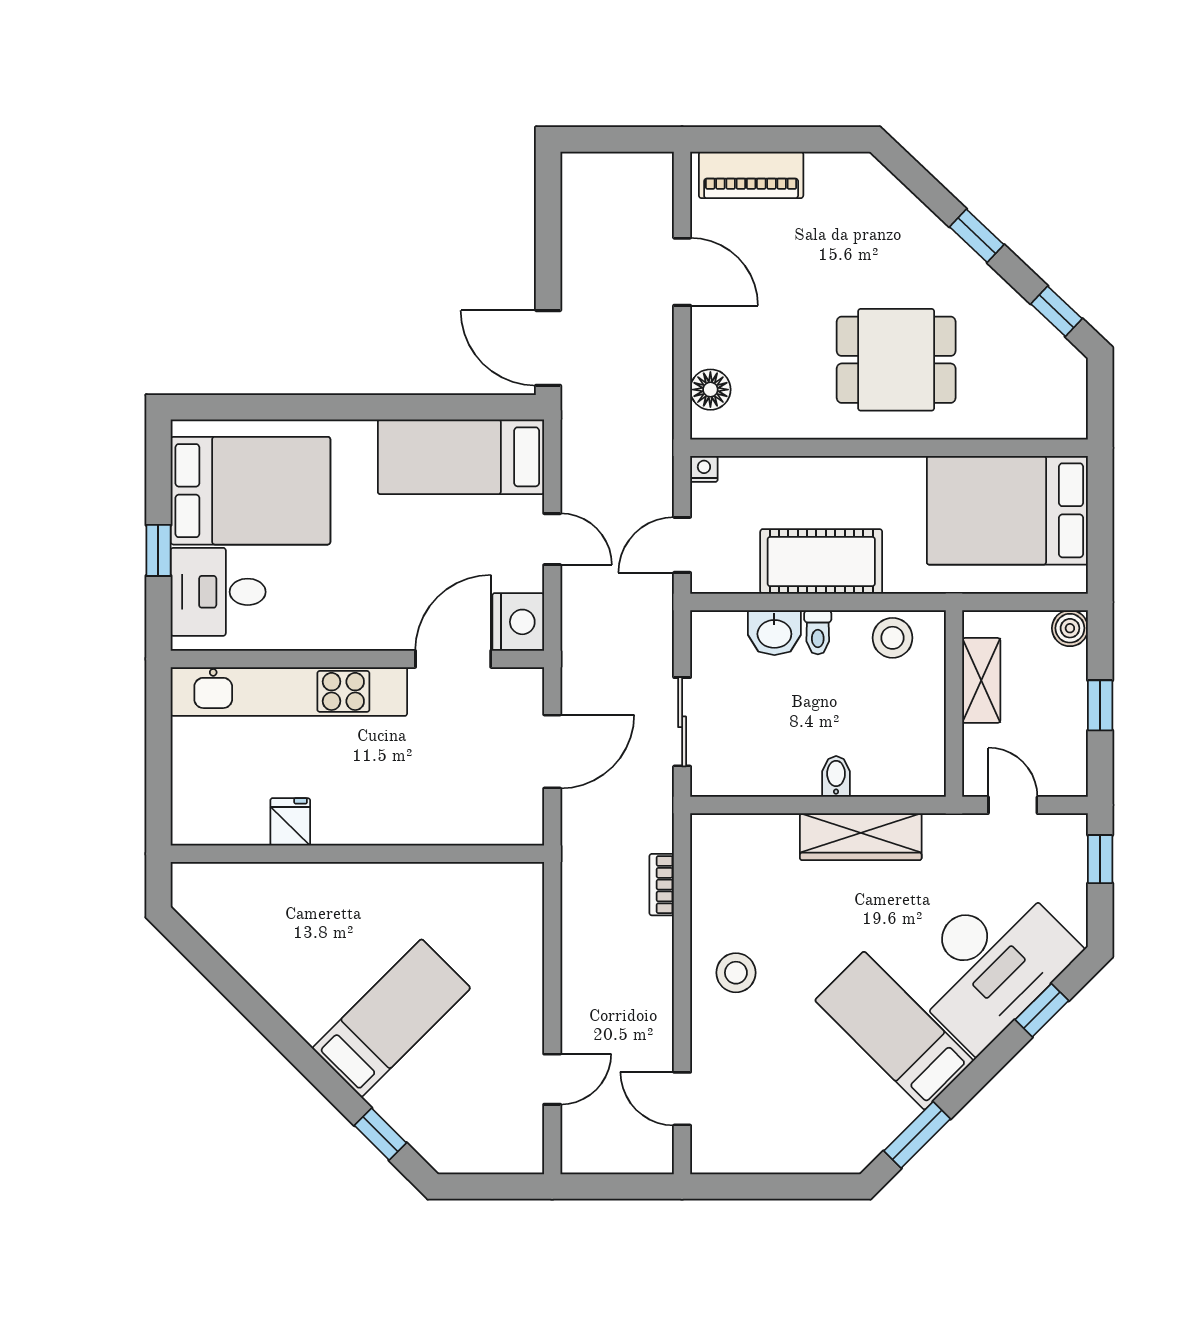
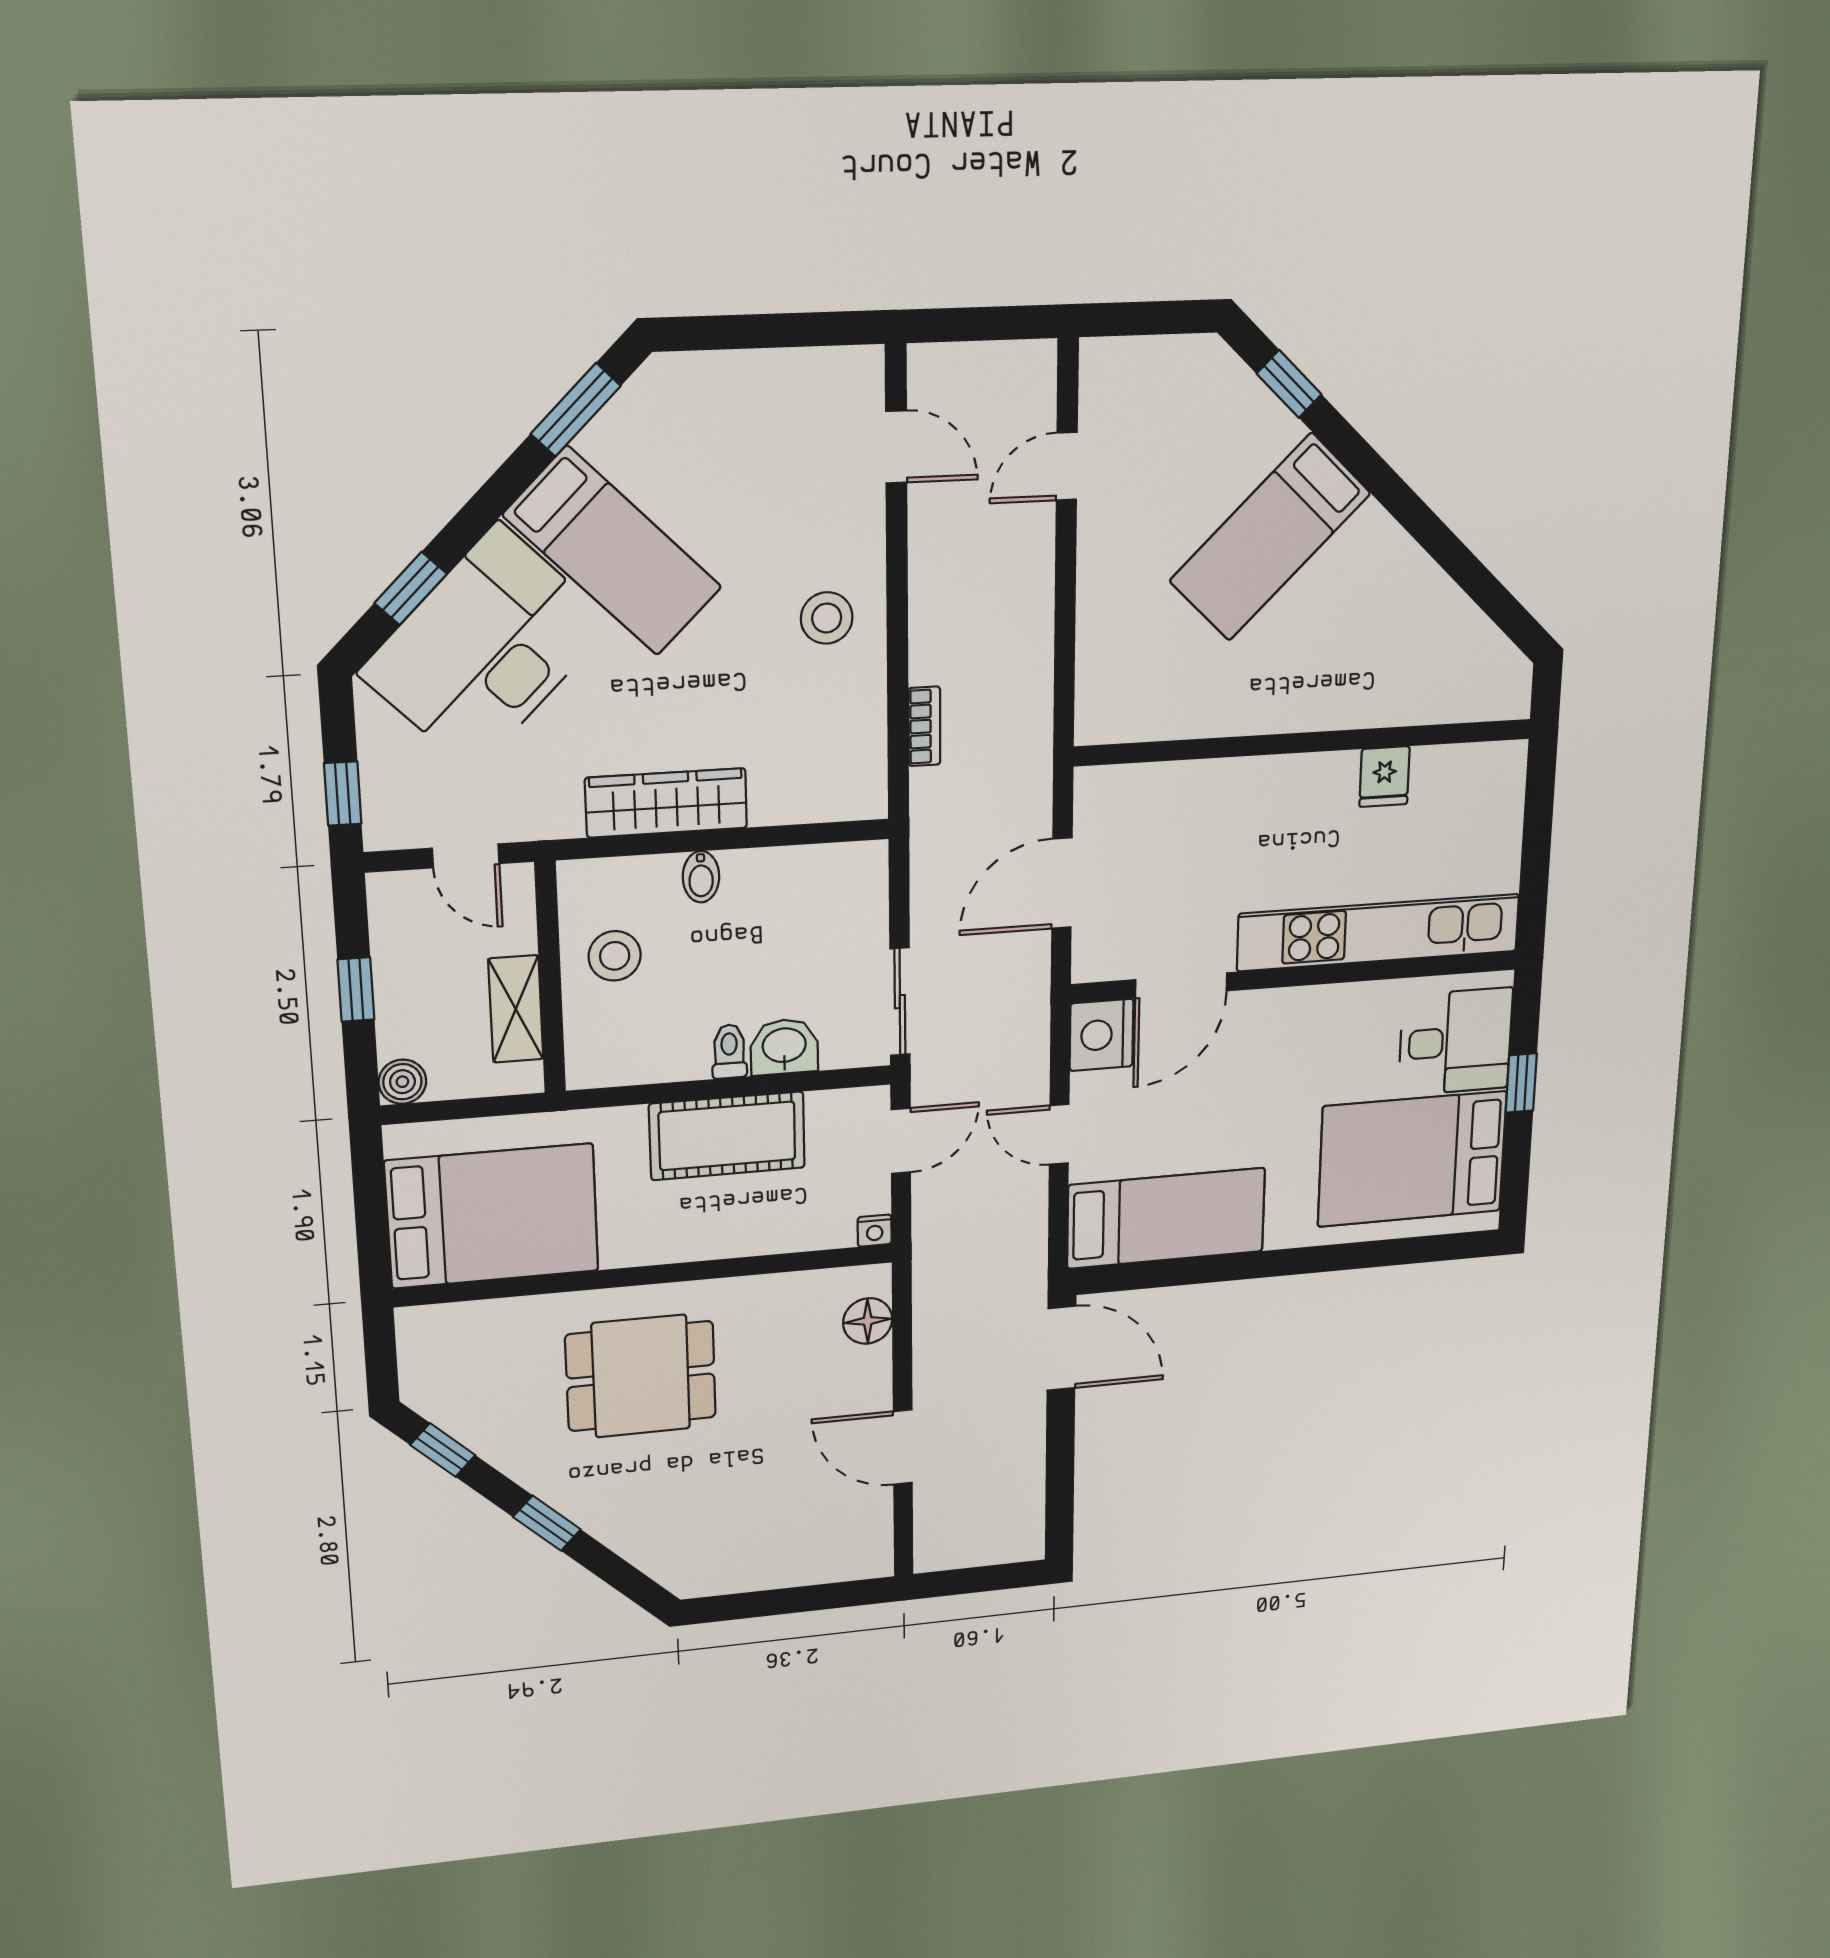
piano: (751, 175) -> (822, 1559), removed
stool: (892, 638) -> (615, 956), moved
sliding door: (682, 722) -> (900, 1002), moved

